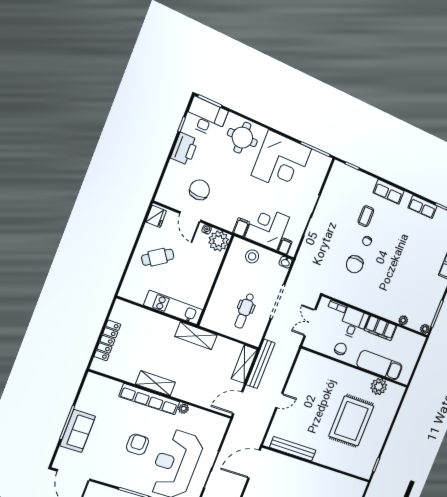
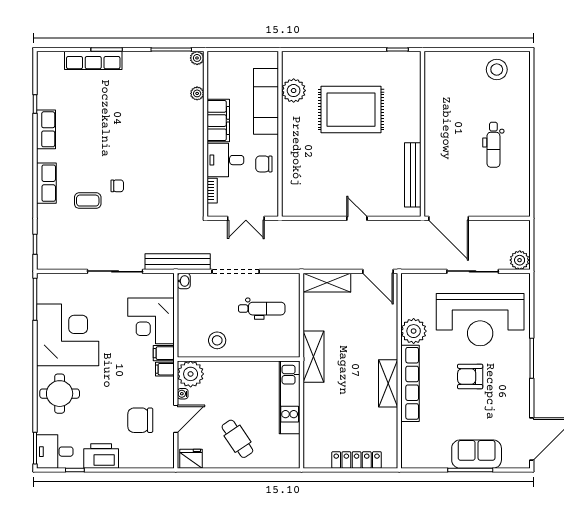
desk: (206, 117) -> (55, 452), width x0.73
filing cabinet: (285, 246) -> (165, 369), moved
stool: (252, 256) -> (217, 340), moved
chair: (355, 264) -> (152, 190), removed
bench: (261, 364) -> (178, 262), moved
plant: (184, 409) -> (414, 331), width x1.88, depth x1.88

